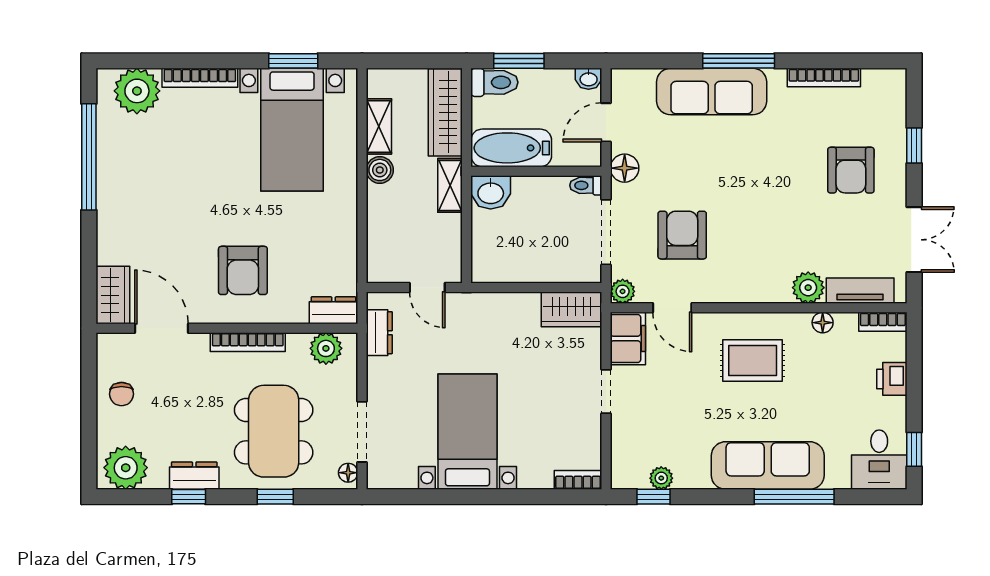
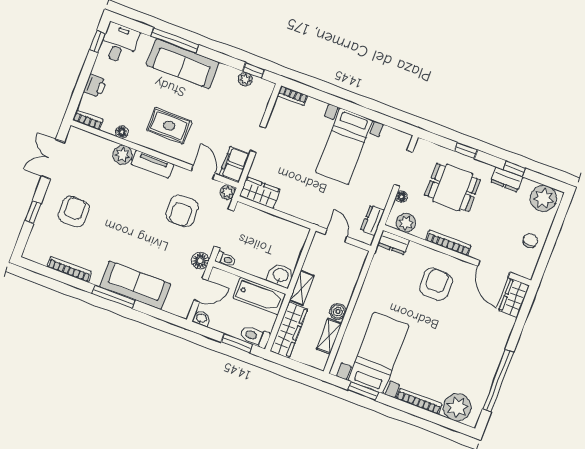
tv unit: (860, 291) -> (152, 164), moved
dining table: (274, 431) -> (453, 188), width x0.73
floor lamp: (348, 473) -> (401, 197), moved

